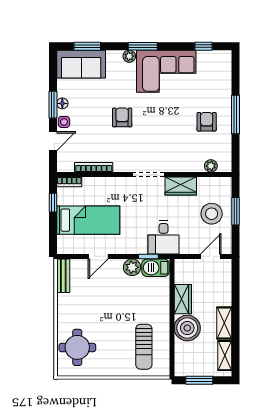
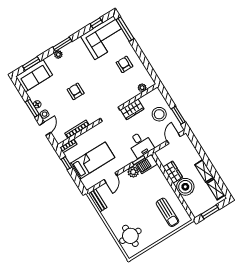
corner sofa: (166, 71) -> (104, 38), moved
window: (235, 115) -> (125, 29), moved
window: (235, 211) -> (178, 115), moved

